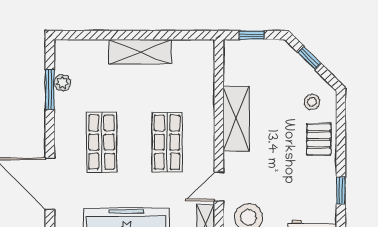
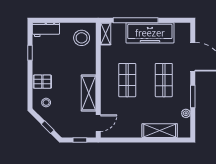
shelving: (140, 52) -> (160, 131), moved
window: (50, 89) -> (193, 97), moved
pallet: (319, 139) -> (42, 82), turned 90
door: (219, 186) -> (98, 123), moved

